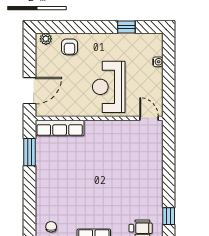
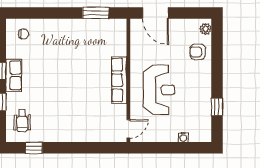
reception desk: (109, 87) -> (159, 90), turned 90
row of seats: (60, 128) -> (119, 80), moved

